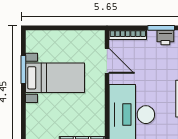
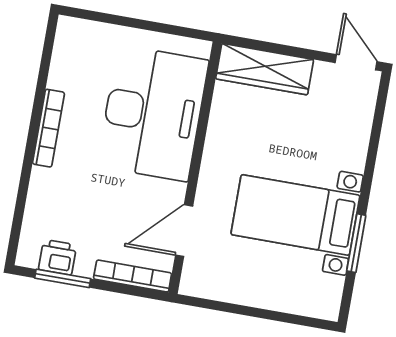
door: (107, 61) -> (184, 231), hinge flipped

